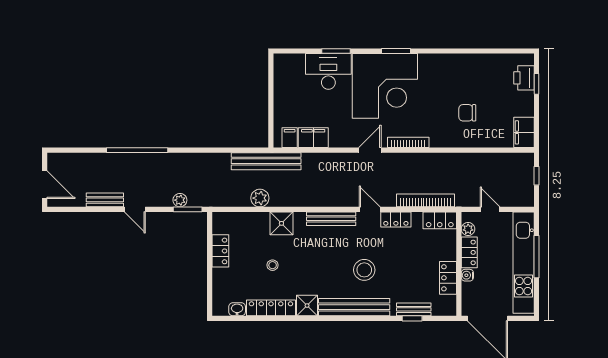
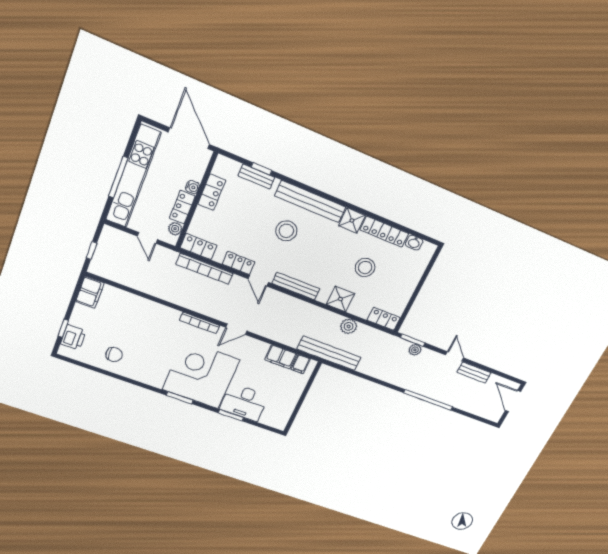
chair: (467, 113) -> (114, 355), moved
locker: (220, 251) -> (384, 319), moved, turned 90
stool: (273, 265) -> (365, 267), width x1.89, depth x1.89

